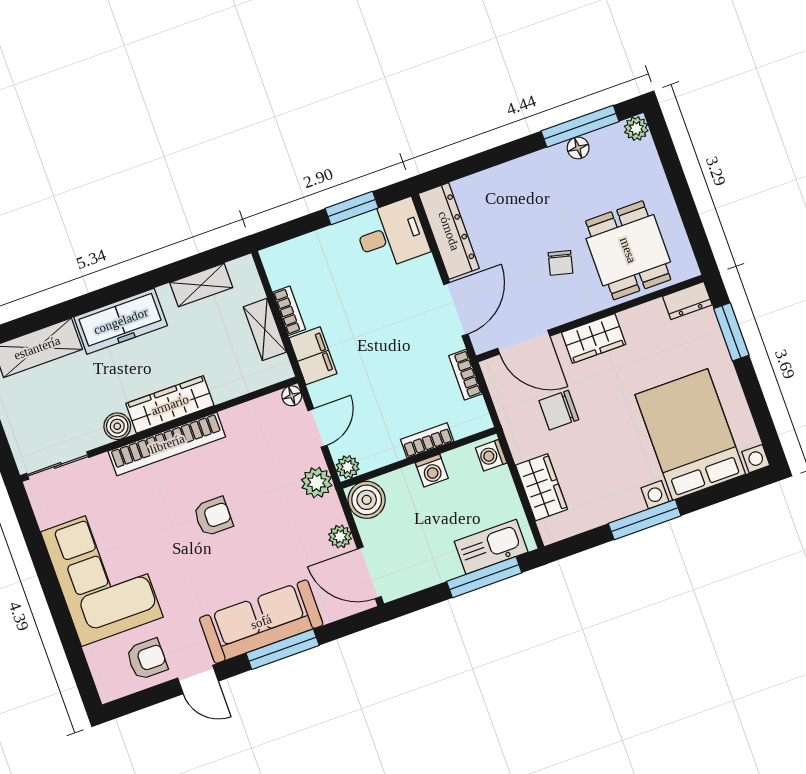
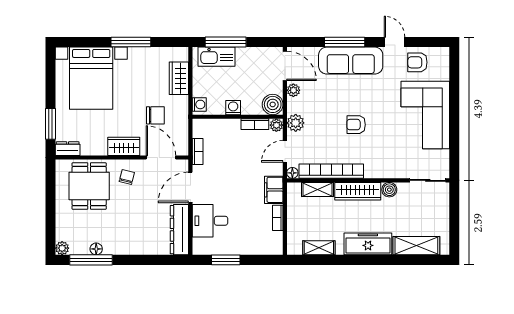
desk: (391, 235) -> (210, 221), moved
chair: (560, 263) -> (127, 177), moved
shelving: (265, 329) -> (318, 189), moved, turned 90
bookcase: (427, 440) -> (255, 124), moved
bookcase: (167, 444) -> (331, 171), moved

